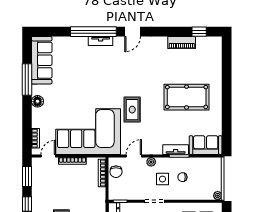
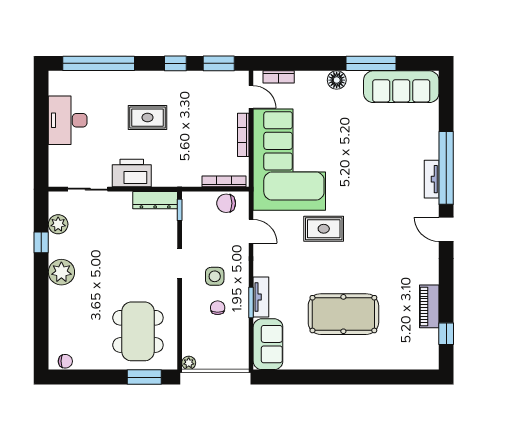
pool table: (187, 97) -> (343, 314), turned 90
plant: (151, 162) -> (242, 259), removed

